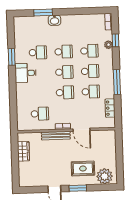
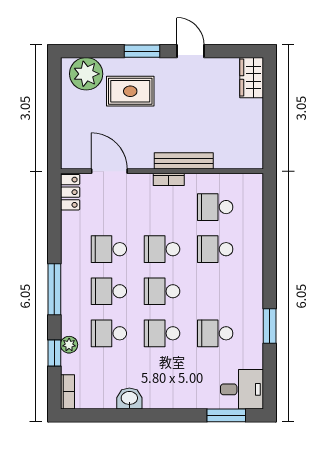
window: (43, 12) -> (226, 415), moved
washbasin: (55, 20) -> (129, 399), moved
desk: (25, 73) -> (242, 389), moved
window: (117, 82) -> (54, 289), moved
school desk: (39, 93) -> (215, 249), added
locker: (110, 108) -> (70, 192), moved
door: (82, 130) -> (109, 171), moved
wardrobe: (23, 151) -> (252, 78), moved

